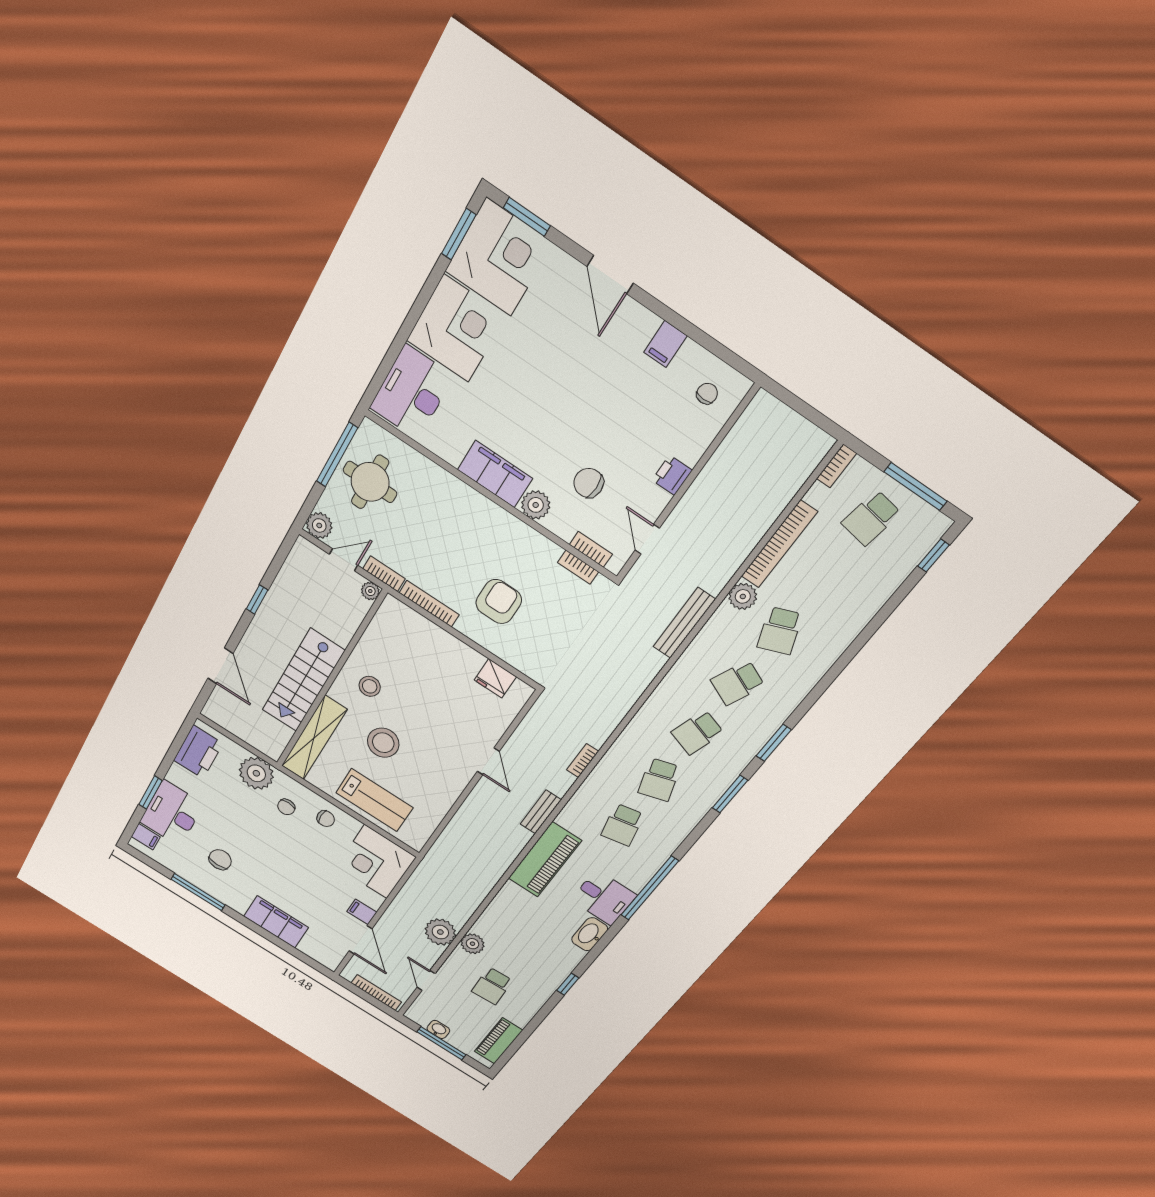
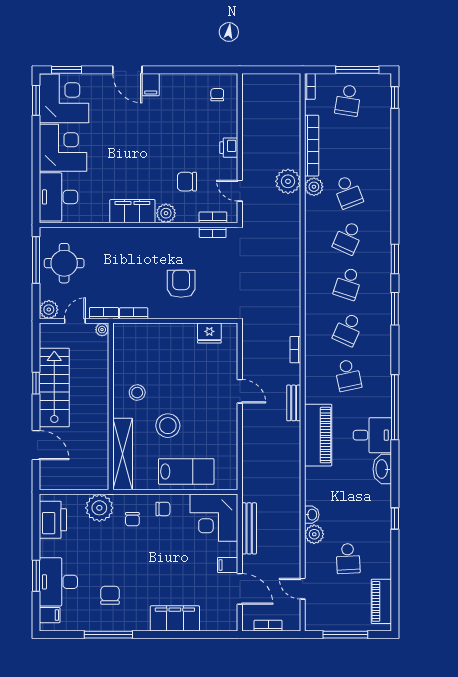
filing cabinet: (665, 344) -> (151, 85), moved
bookcase: (429, 604) -> (134, 313), width x0.64
bench: (684, 623) -> (249, 528), moved
stairs: (303, 680) -> (54, 387), moved, turned 180
school desk: (659, 780) -> (348, 329), turned 42
plant: (440, 932) -> (288, 181), moved
bookcase: (376, 993) -> (268, 626), width x0.64
washbasin: (438, 1029) -> (312, 515), moved, turned 90

